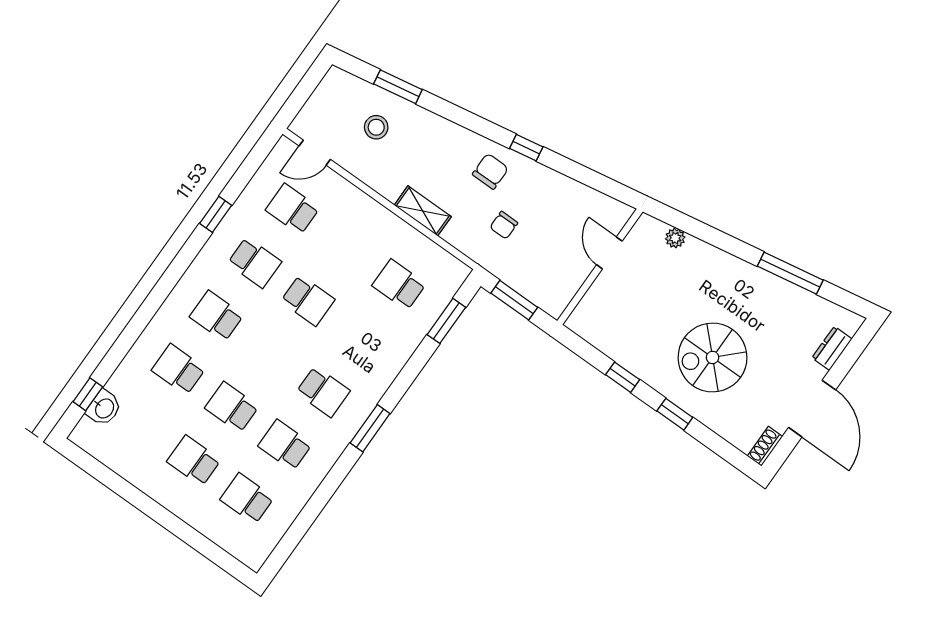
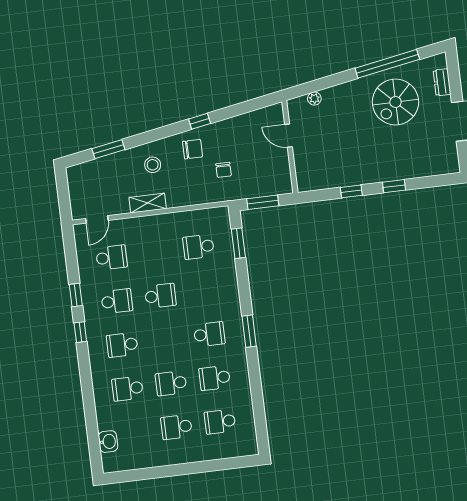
stool: (376, 127) -> (153, 165), moved
chair: (490, 171) -> (193, 149), turned 90
school desk: (293, 209) -> (111, 257), turned 180
shelving: (423, 211) -> (148, 203), moved
window: (790, 273) -> (387, 64), width x1.46
spiral stairs: (713, 357) -> (395, 102), moved
window: (88, 394) -> (80, 332), moved
shoe rack: (765, 446) -> (453, 161), removed

